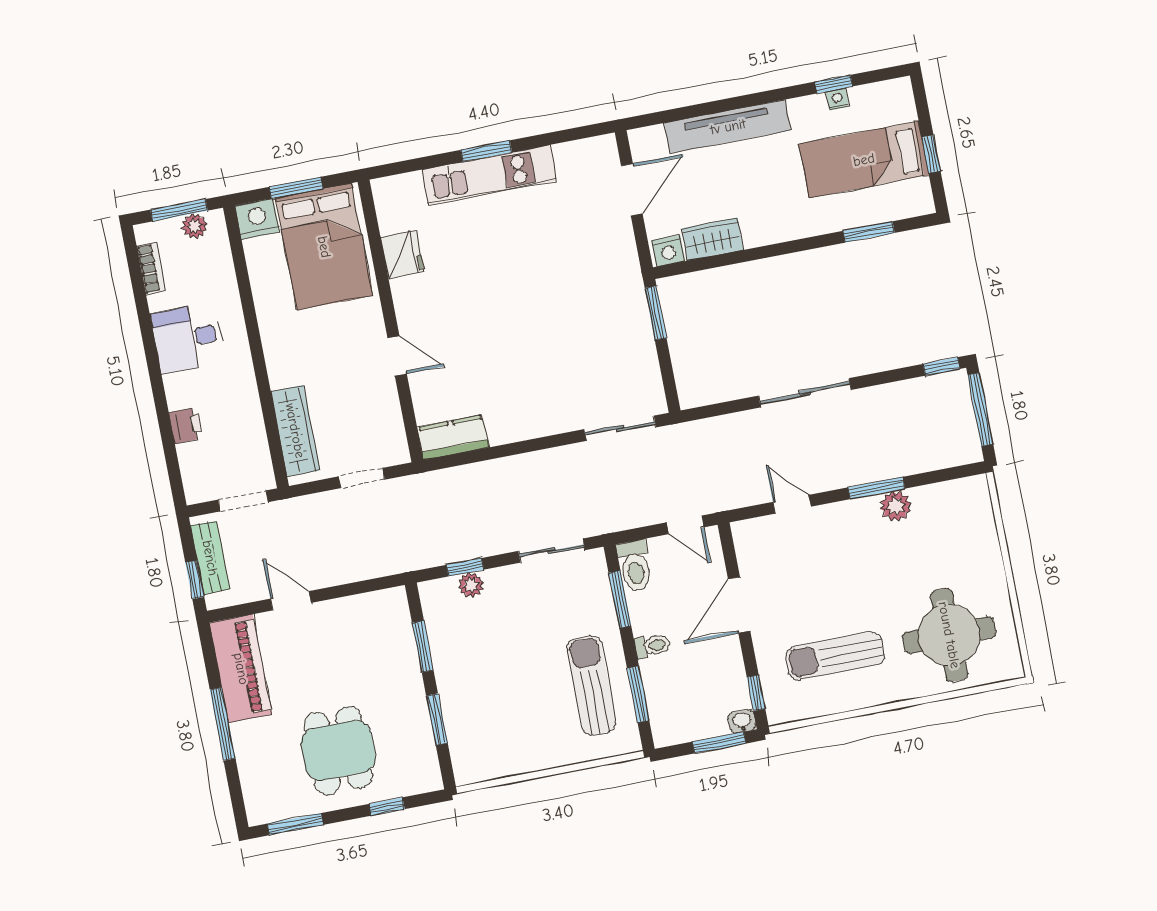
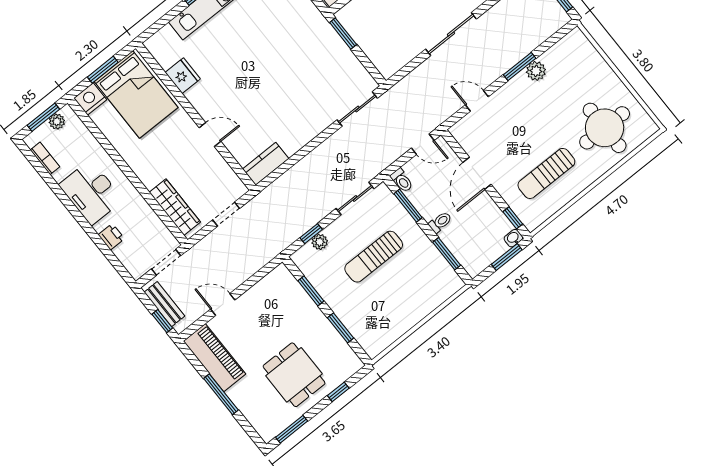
desk: (188, 338) -> (91, 192), width x1.37
toilet: (635, 566) -> (402, 181), width x0.73, depth x0.72
sun lounger: (591, 685) -> (374, 257), moved, turned -90

